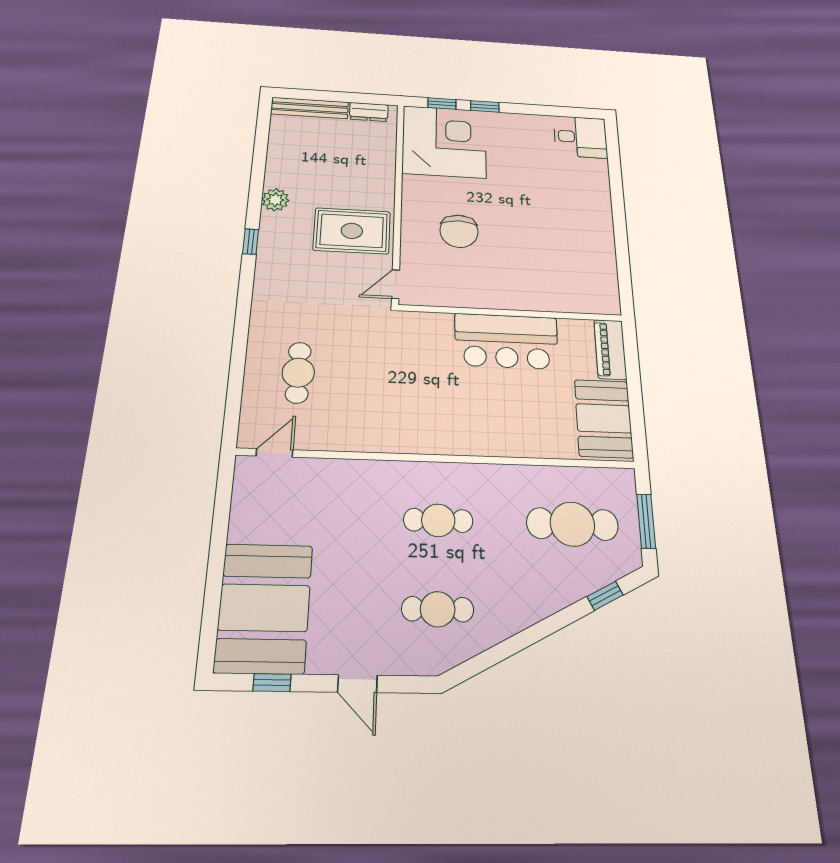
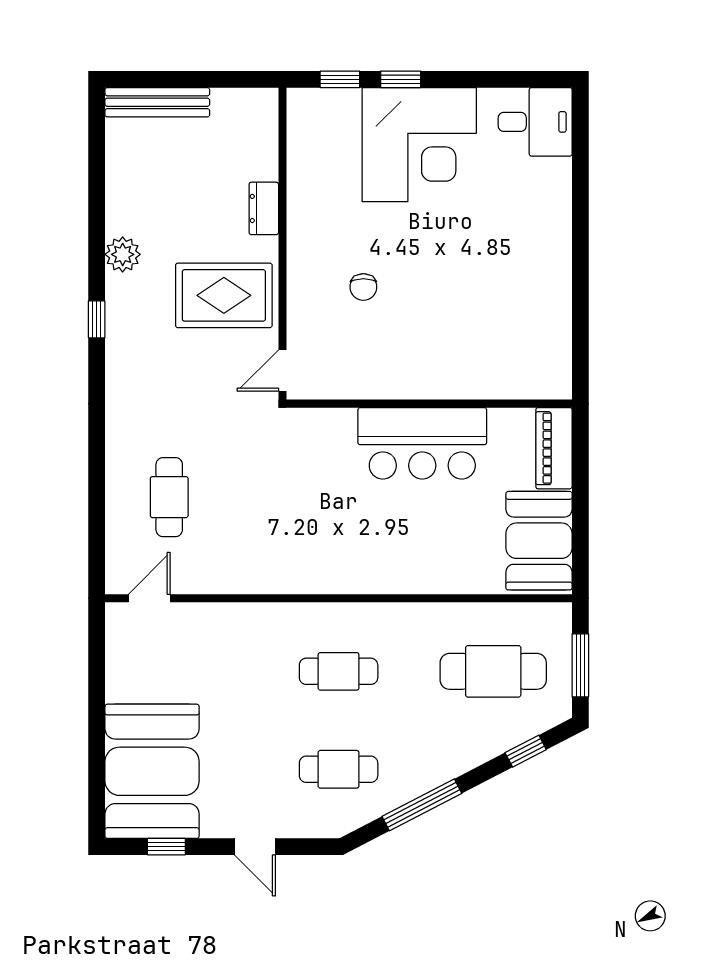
dresser: (369, 112) -> (264, 208), moved, turned 90
corner desk: (444, 142) -> (419, 145), moved, turned 90
chair: (459, 231) -> (363, 287), width x0.54, depth x0.54
window: (514, 645) -> (422, 805), added

